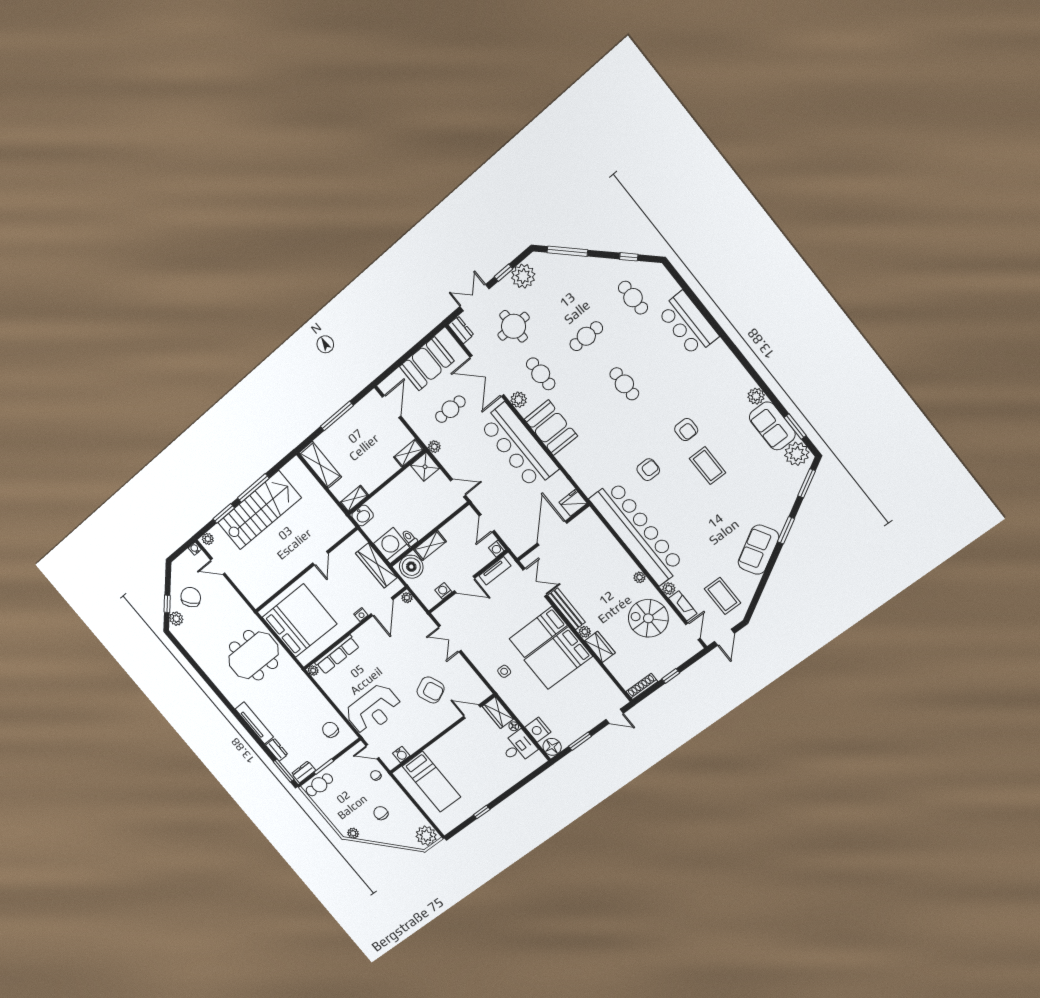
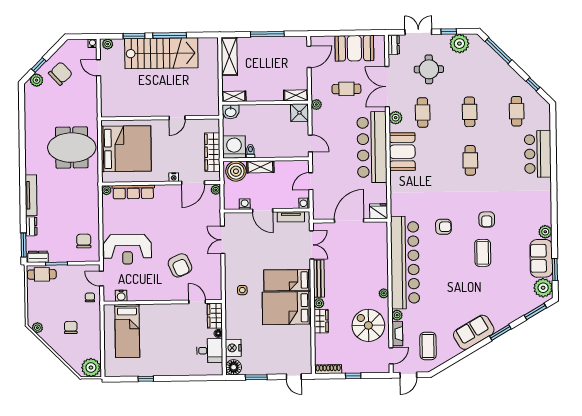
cafe table: (586, 336) -> (470, 112), turned 90

